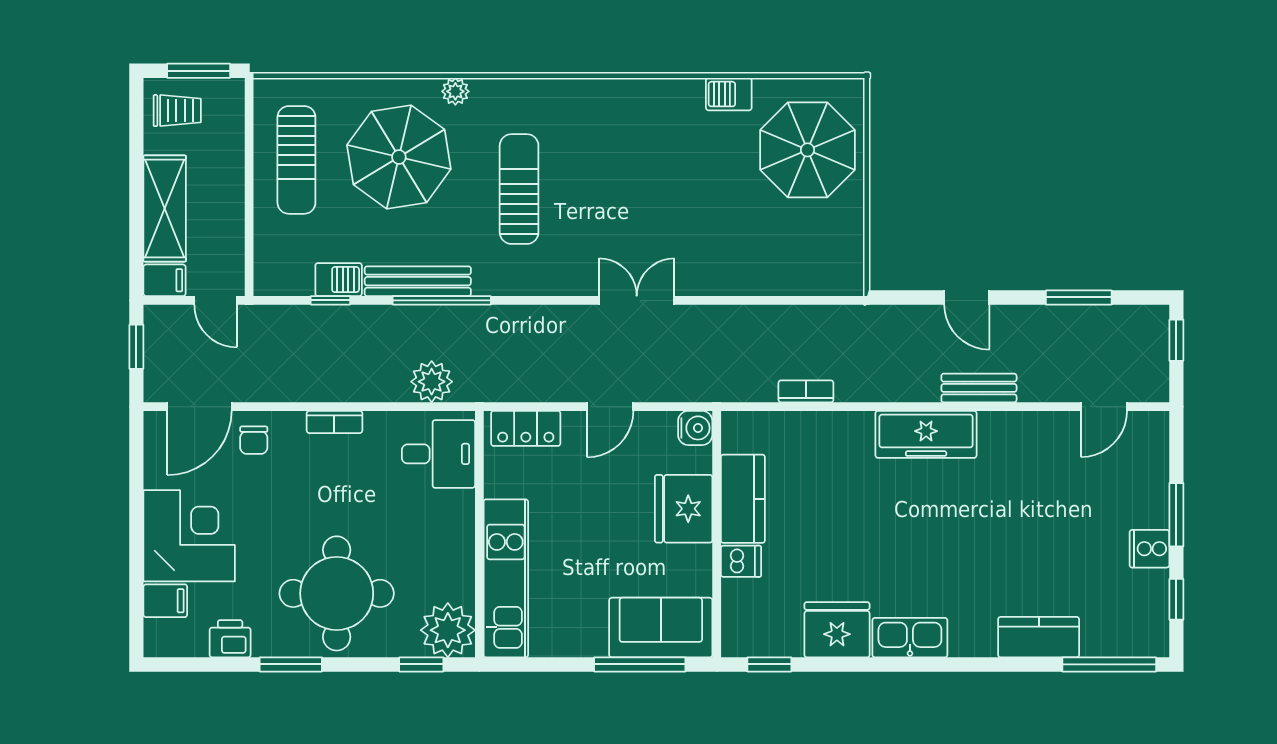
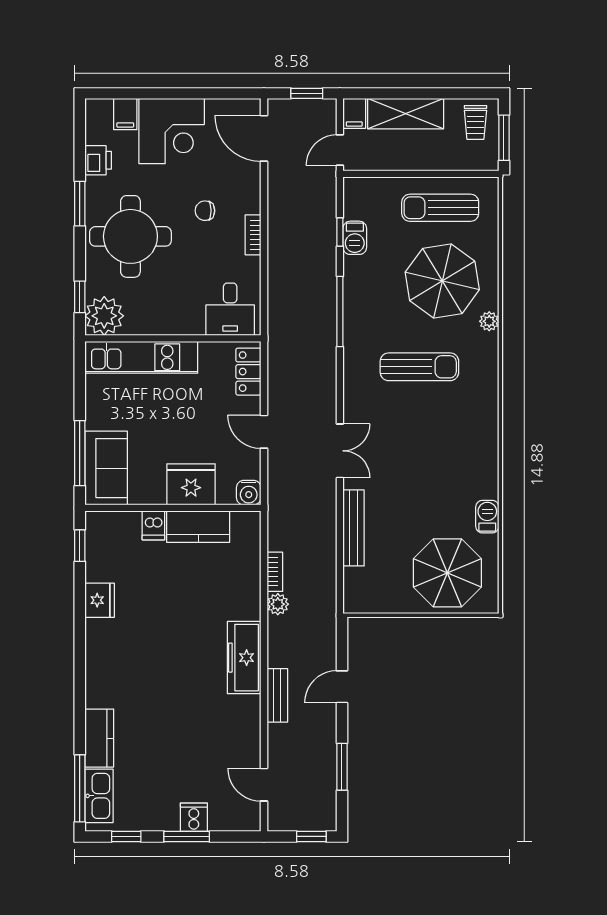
bench: (418, 281) -> (354, 528), moved
plant: (432, 382) -> (278, 604), moved, width x0.73, depth x0.73
chair: (254, 440) -> (205, 211), moved
cooker: (1149, 549) -> (194, 817), moved
fridge: (837, 630) -> (100, 600), width x0.73, depth x0.75
kitchen sink: (910, 638) -> (99, 796), moved

